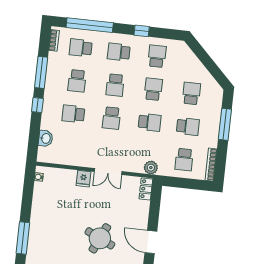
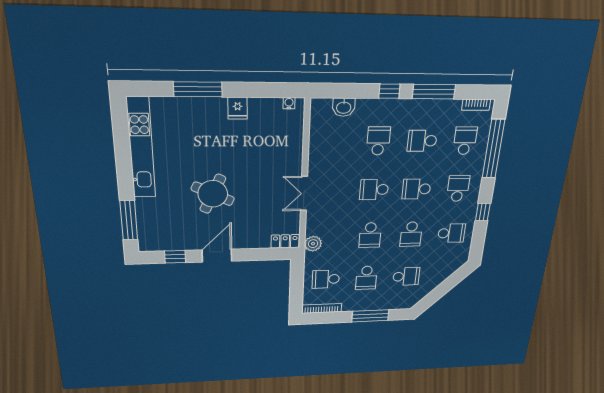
school desk: (153, 89) -> (411, 234), turned 90
fridge: (83, 179) -> (238, 108), moved, turned -90

